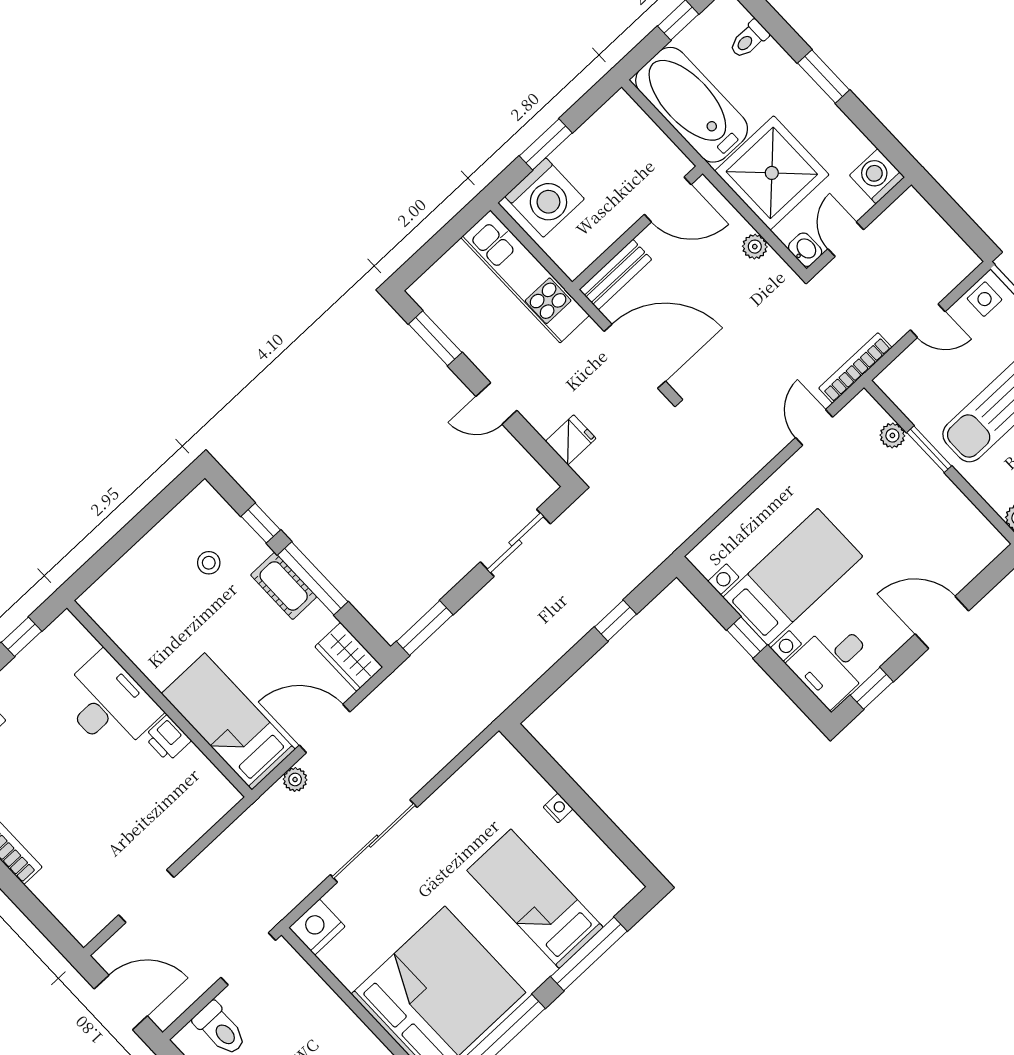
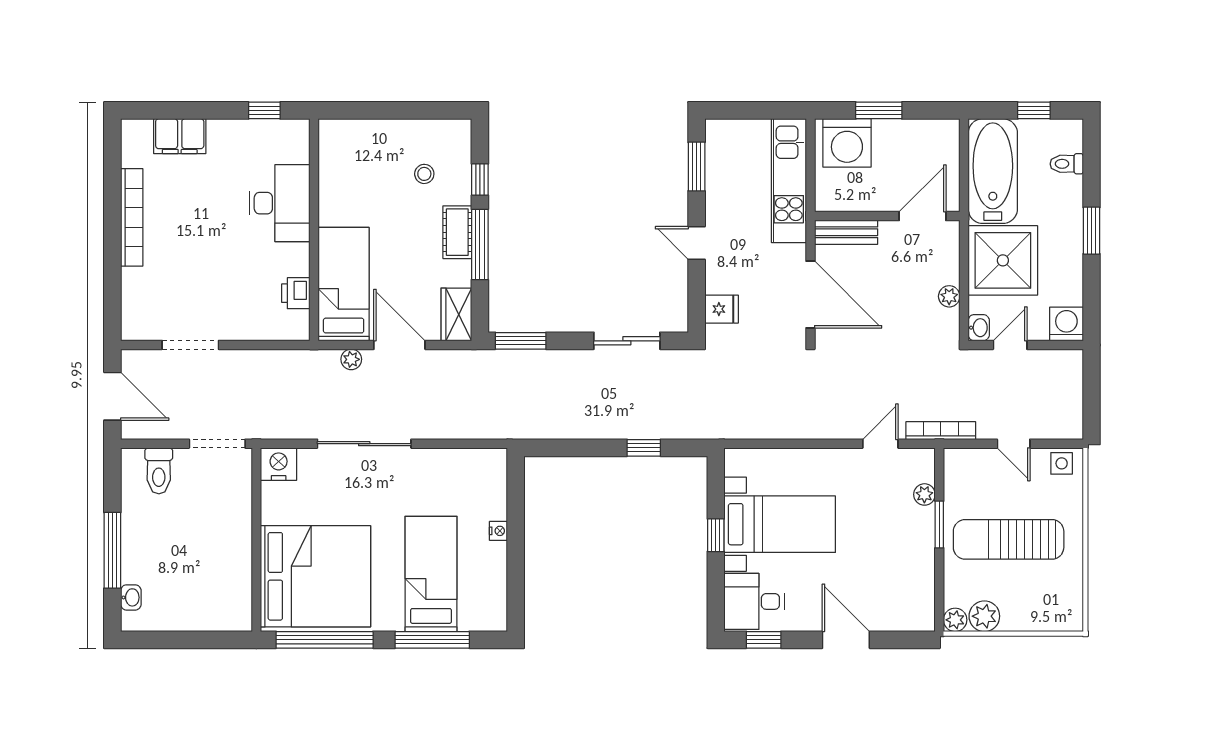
door: (668, 199) -> (923, 216), swing flipped
printer: (167, 739) -> (296, 293), moved

